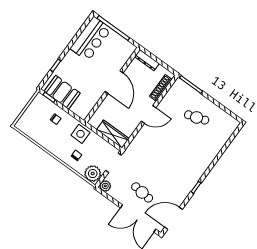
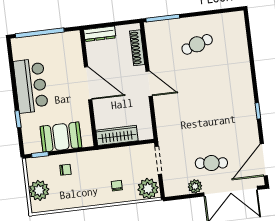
bar counter: (91, 39) -> (31, 86), moved
booth: (62, 92) -> (61, 137), moved
door: (149, 114) -> (149, 84), hinge flipped
plant: (30, 117) -> (39, 190), added
side table: (80, 134) -> (102, 162), removed
wardrobe: (113, 134) -> (117, 135), moved
plant: (105, 186) -> (195, 186), moved

